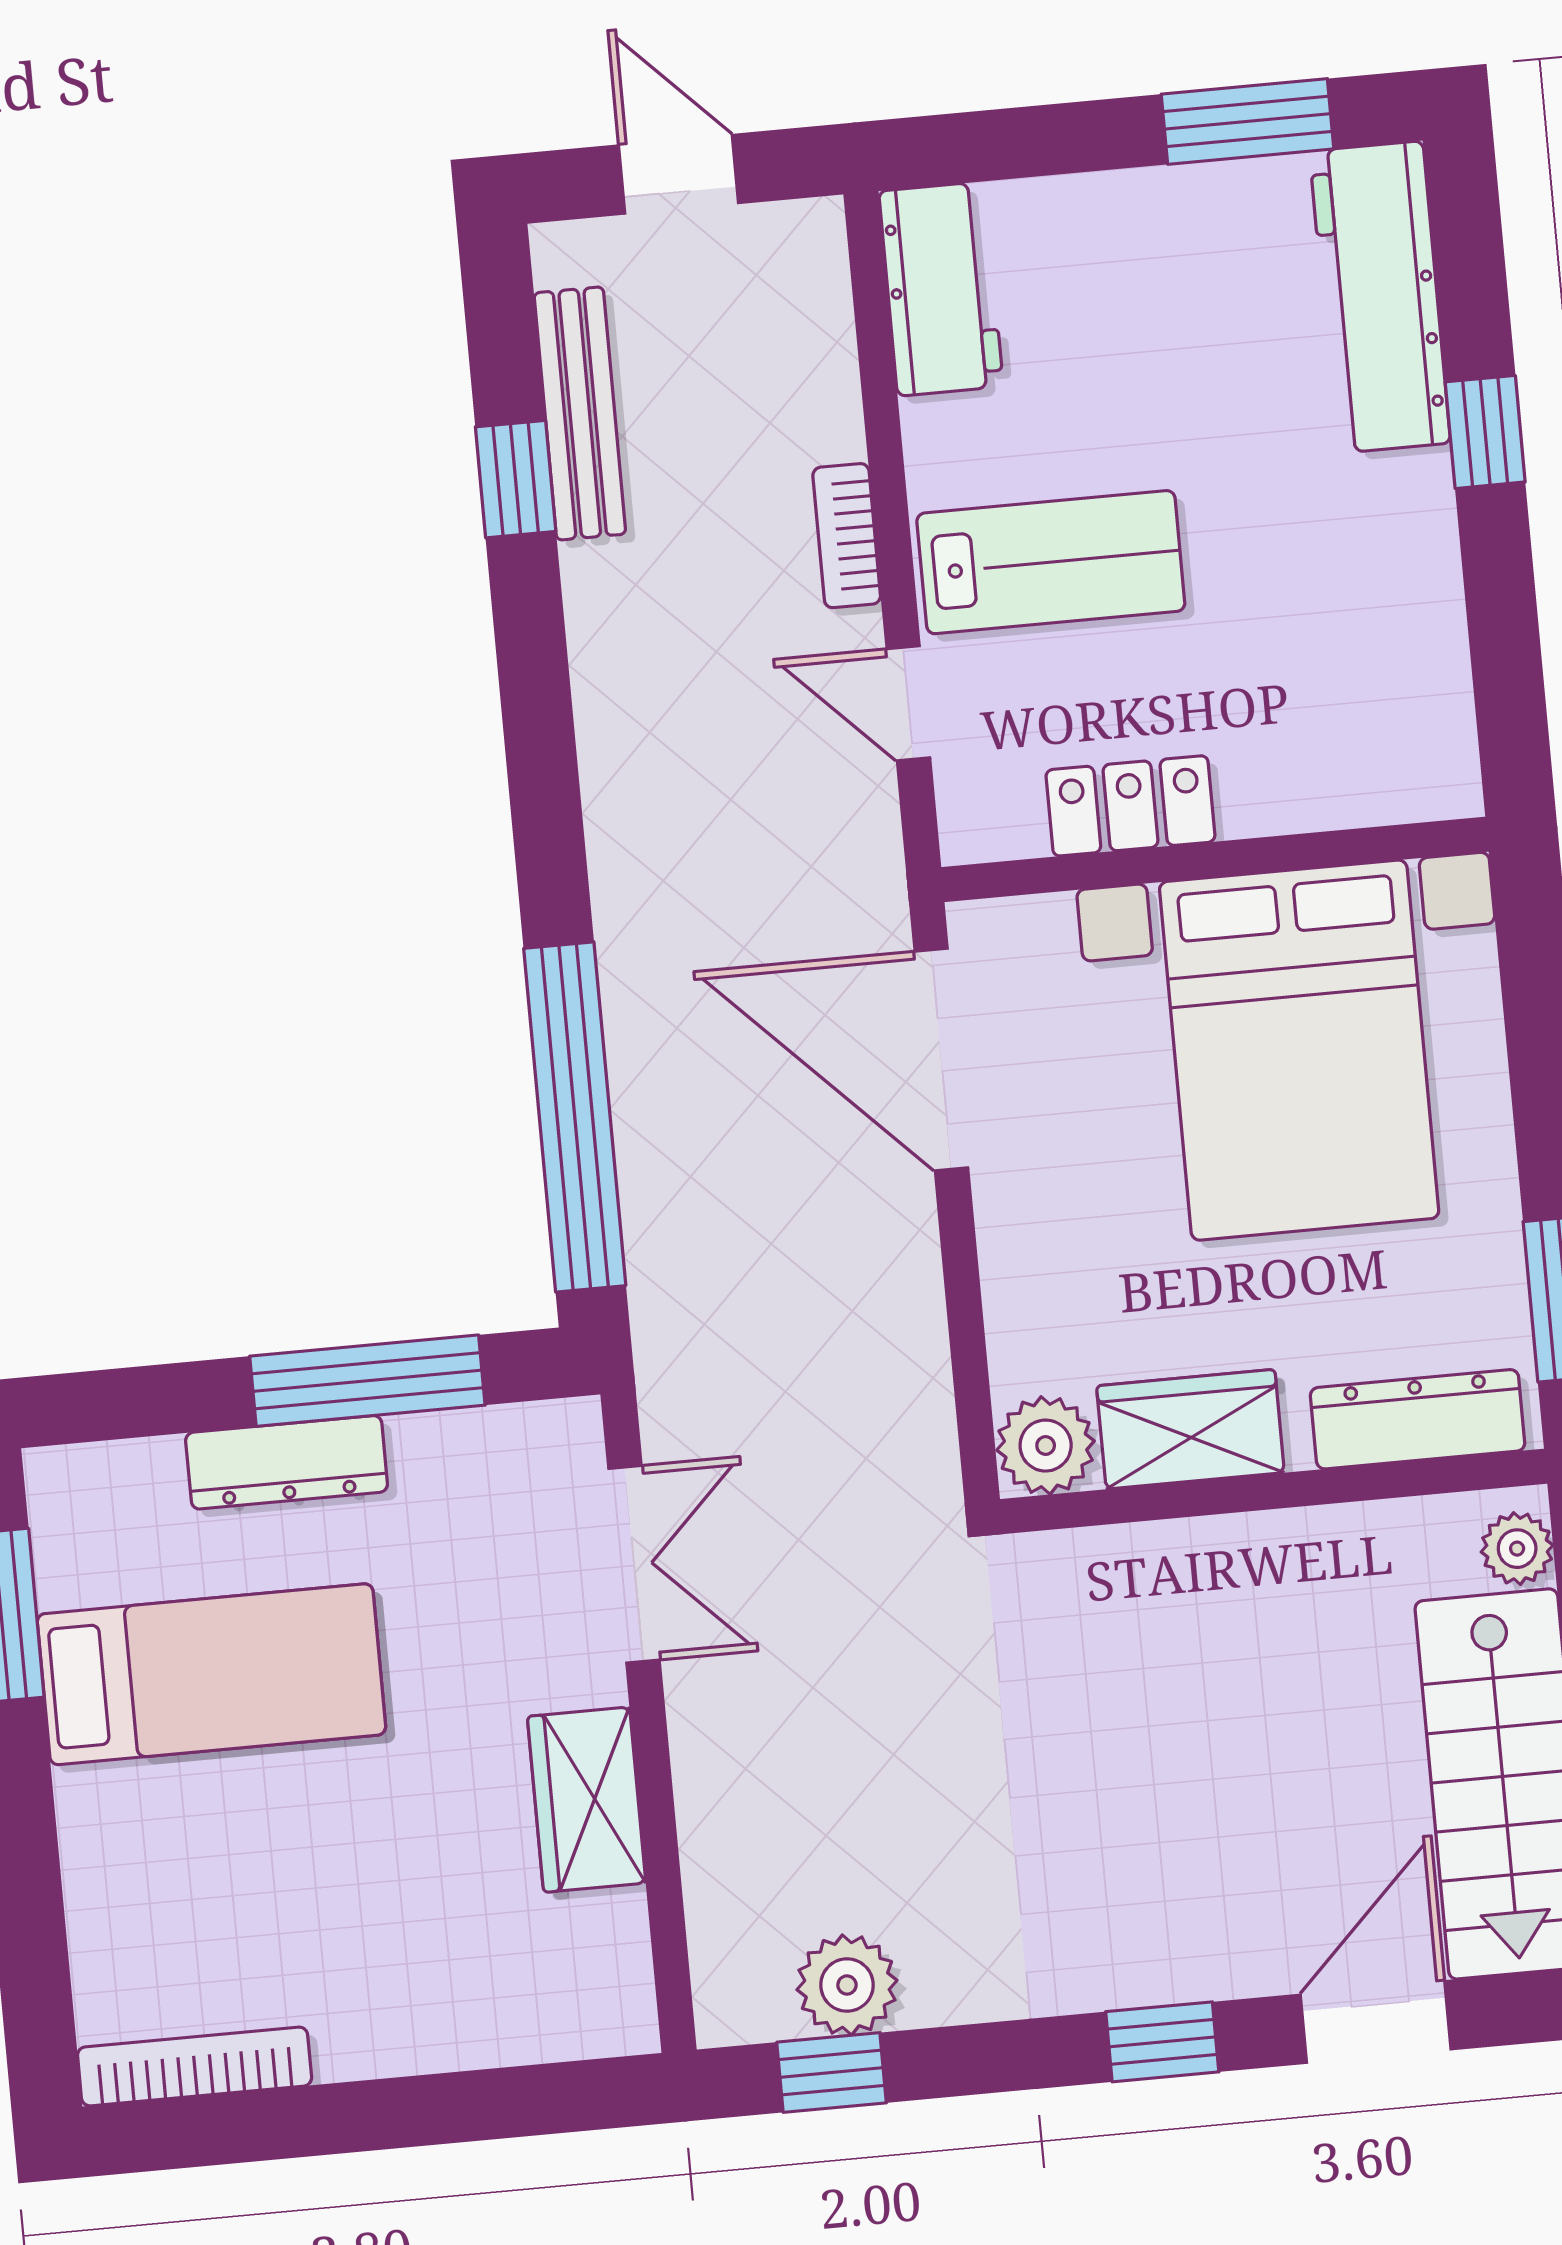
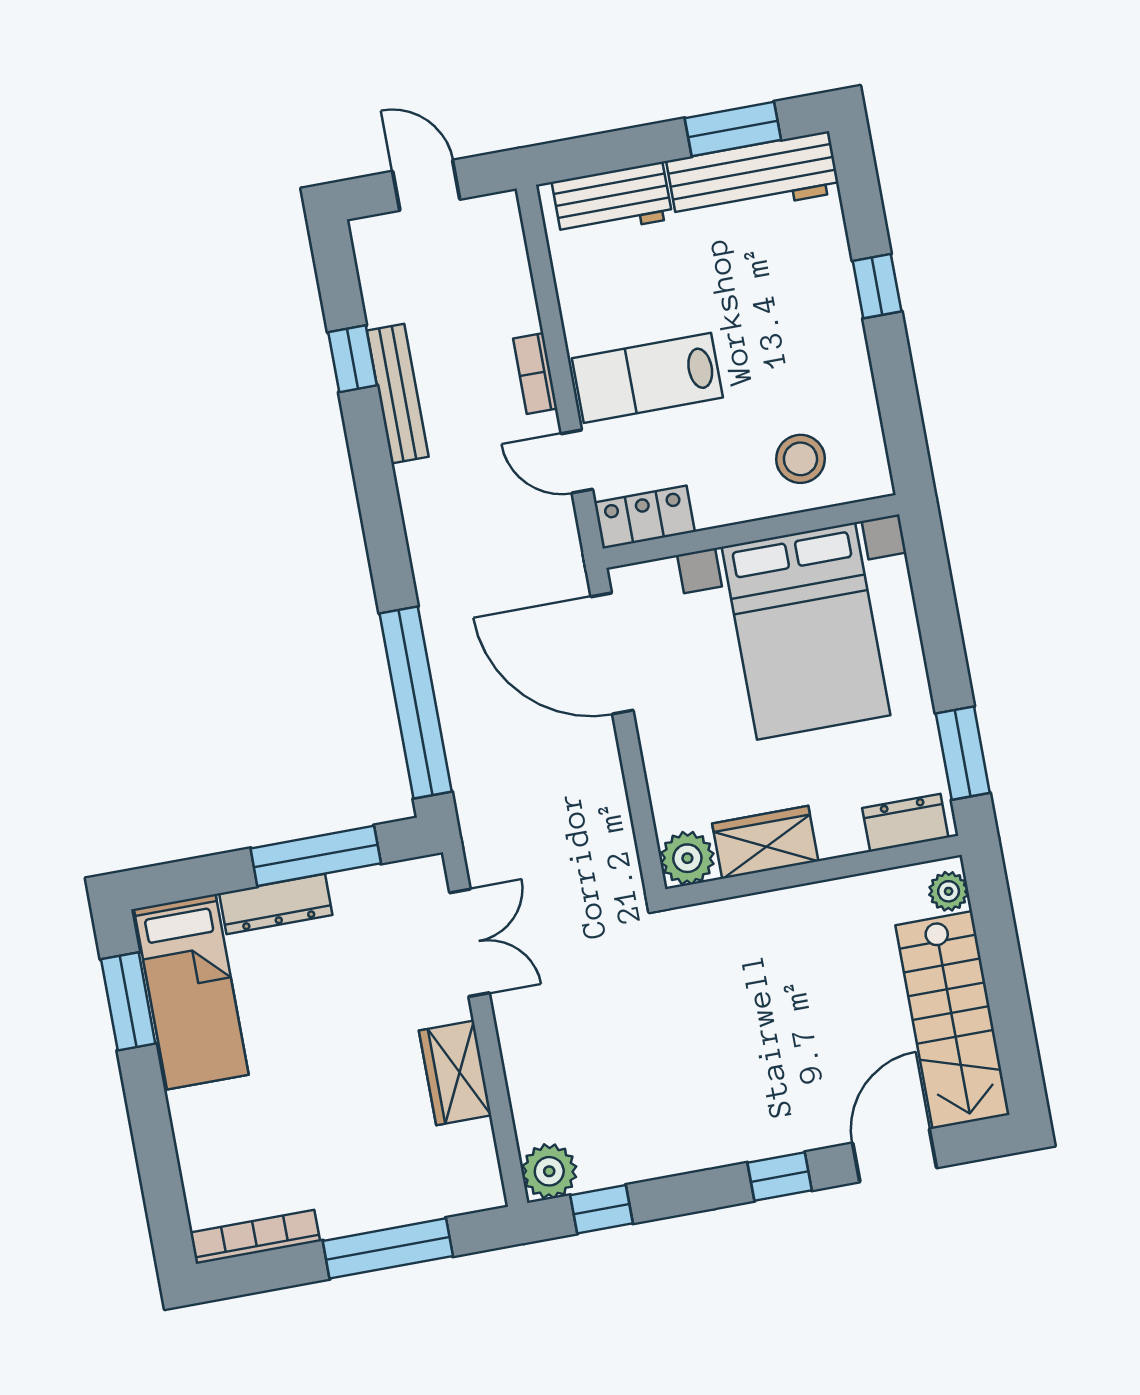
workbench: (941, 289) -> (612, 200), moved, turned 90
workbench: (1380, 297) -> (753, 176), moved, turned -90
bench: (580, 413) -> (398, 394), moved
lab bench: (1051, 562) -> (647, 378), turned 180
stool: (1317, 735) -> (800, 459), added
locker: (1130, 806) -> (644, 517), moved
dresser: (1418, 1419) -> (905, 823), width x0.70
bed: (211, 1674) -> (191, 992), moved, turned 90
plant: (847, 1985) -> (549, 1171), moved
window: (435, 2109) -> (388, 1248), added

